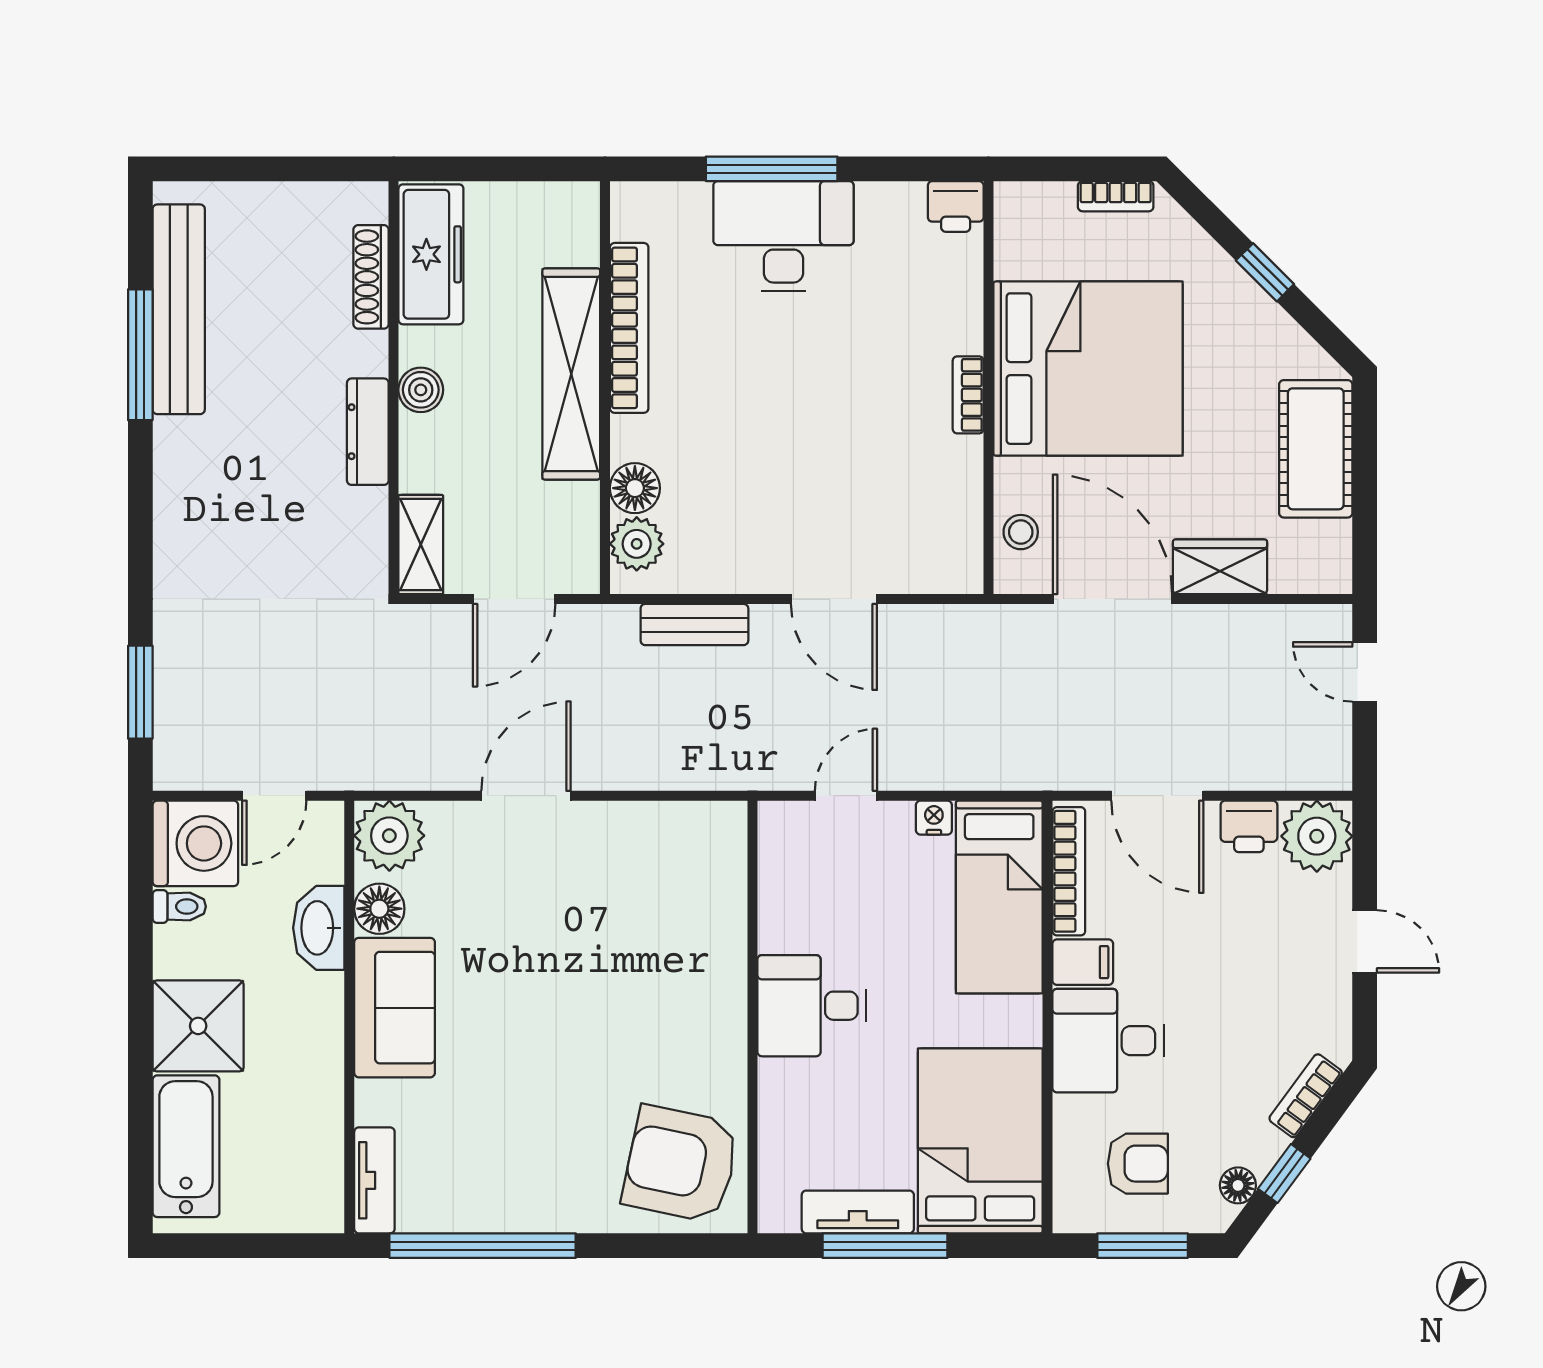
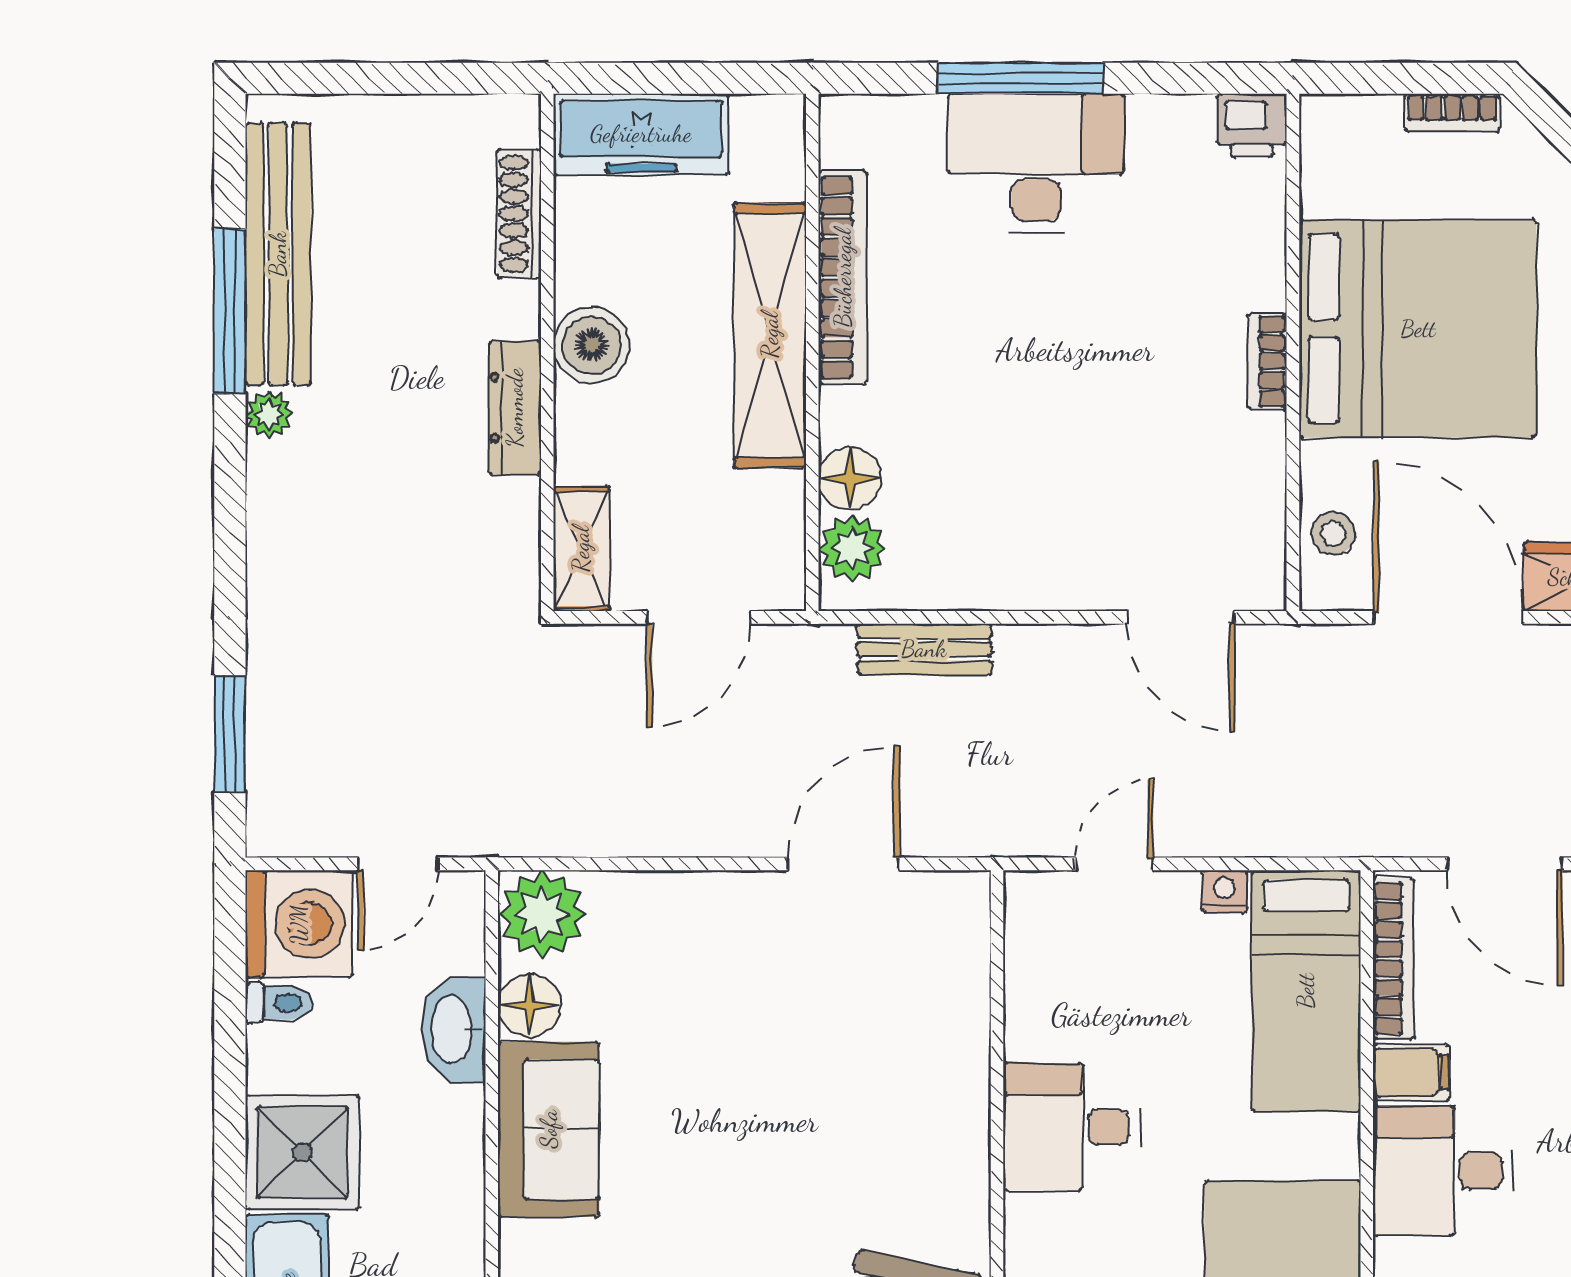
freezer: (431, 254) -> (641, 134), moved, turned 90
boiler: (421, 390) -> (592, 345), width x1.36, depth x1.36
plant: (171, 437) -> (269, 414), added
door: (834, 599) -> (1181, 617), moved
door: (526, 796) -> (843, 864), moved

